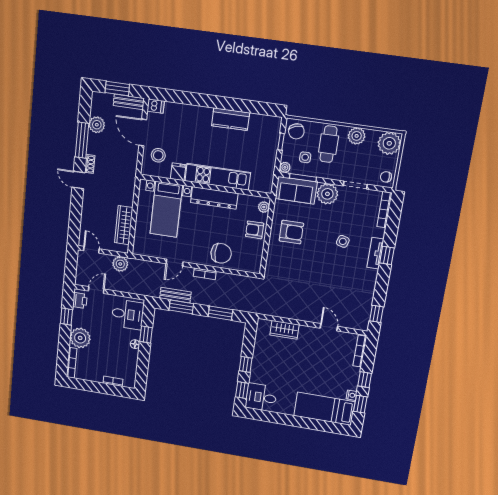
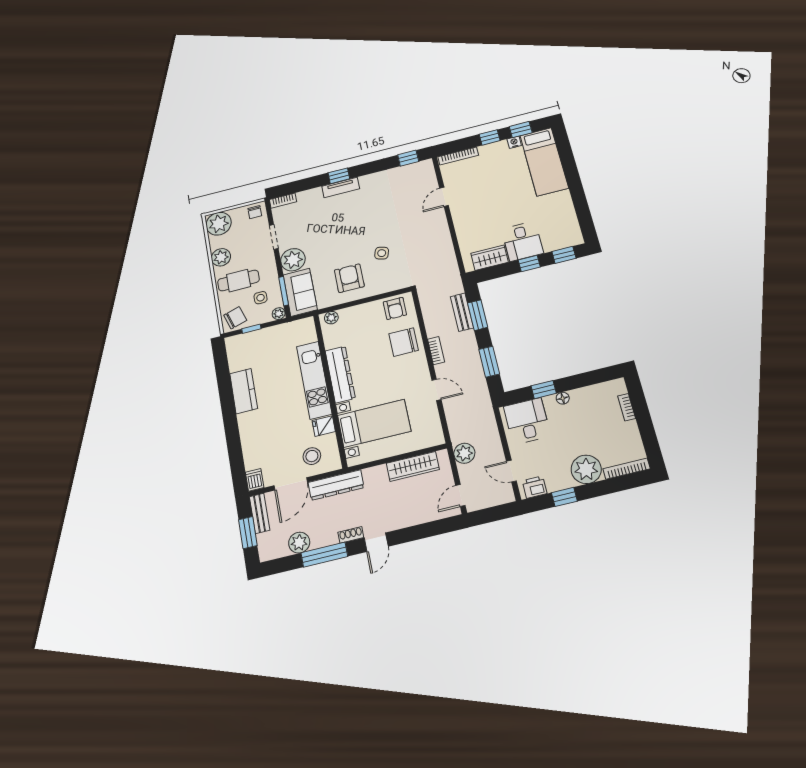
dresser: (130, 166) -> (336, 485), added
bookcase: (384, 210) -> (283, 201), width x0.64
armchair: (255, 230) -> (395, 308), moved
side table: (343, 241) -> (382, 253), moved
chair: (221, 253) -> (404, 342), turned -90
bench: (175, 295) -> (462, 312), moved
wardrobe: (285, 330) -> (490, 258), moved, turned -90
desk: (261, 397) -> (522, 241), moved

